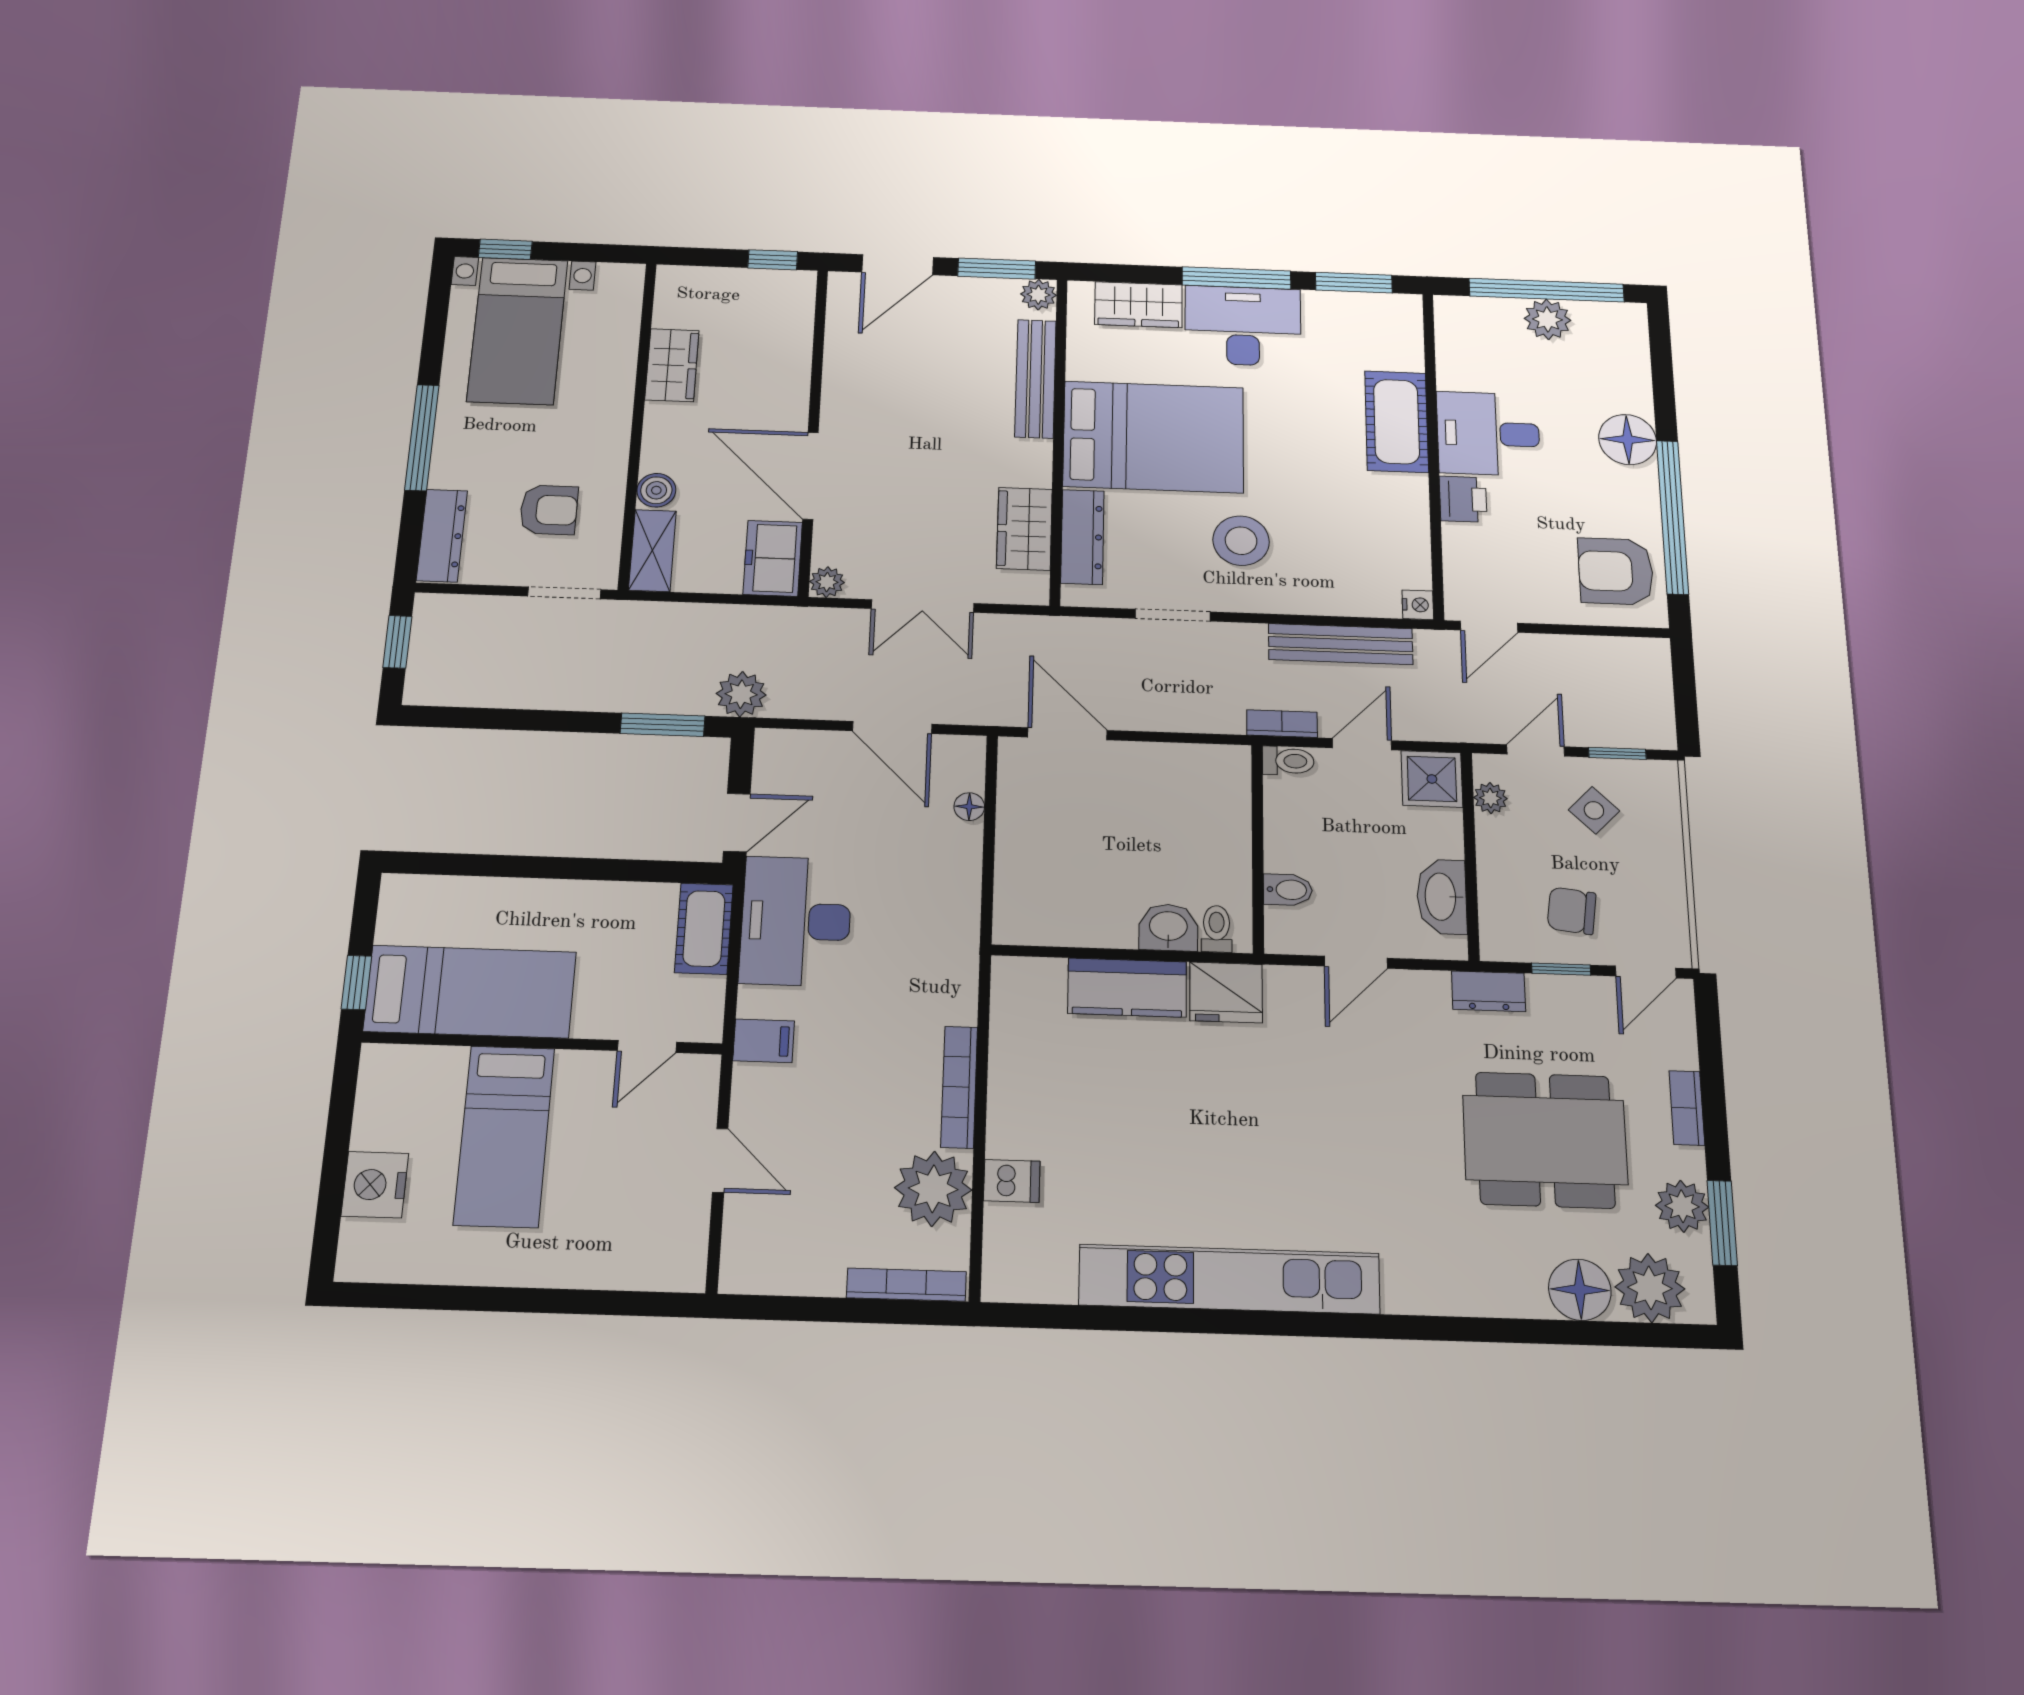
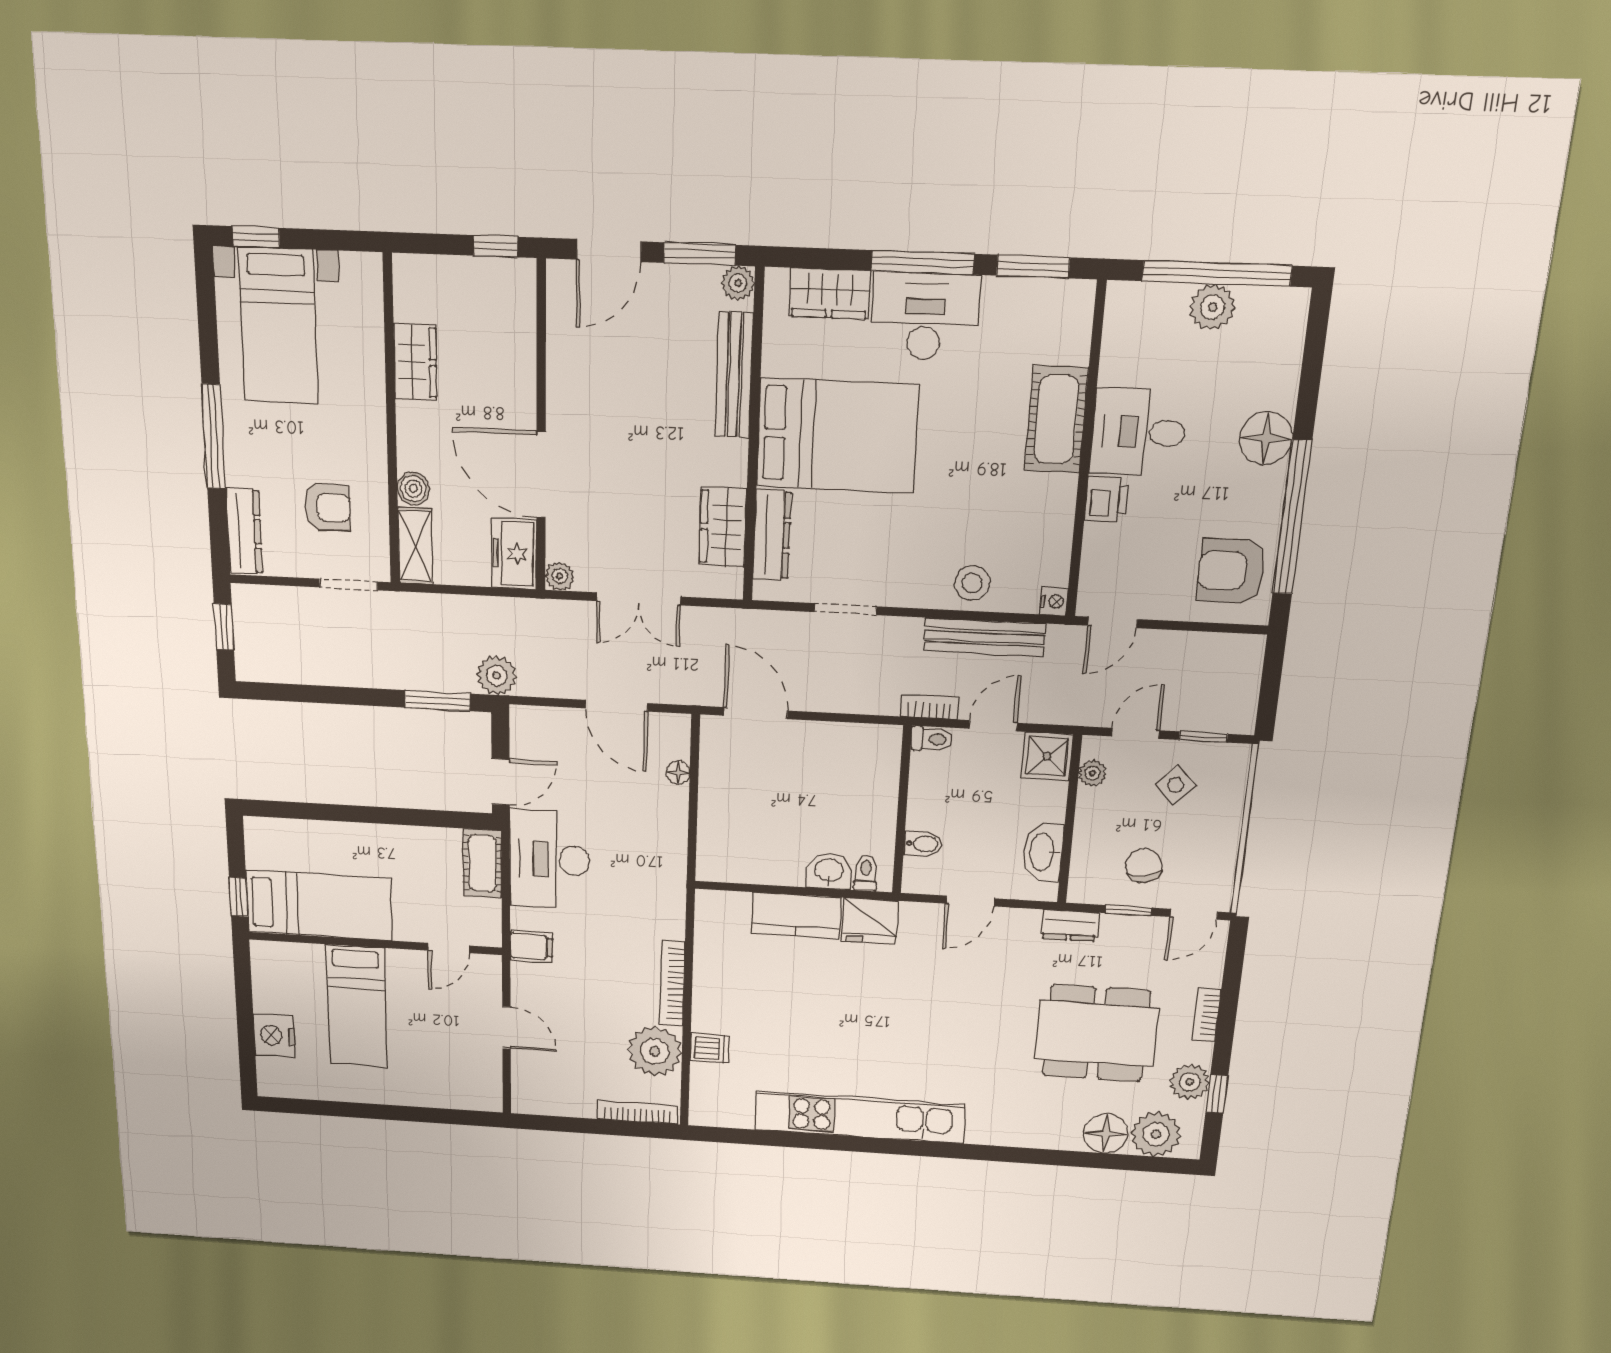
stool: (1241, 541) -> (972, 583), moved, width x0.73, depth x0.73
chair: (1572, 911) -> (1144, 866), turned 73
window: (1722, 1223) -> (1217, 1094), width x0.67

